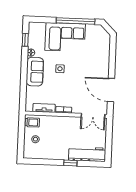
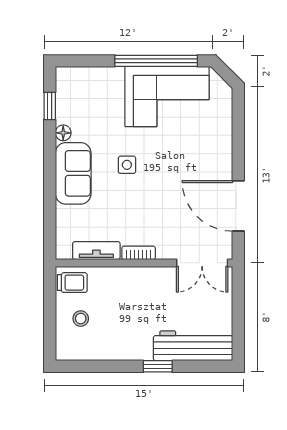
corner sofa: (65, 37) -> (167, 97), moved

